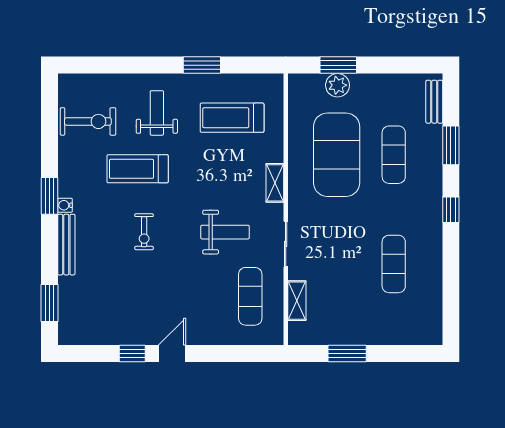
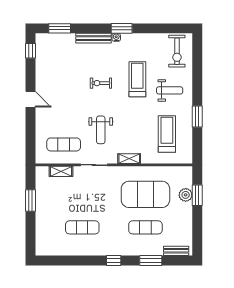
exercise bike: (88, 121) -> (177, 51), moved
window: (132, 354) -> (30, 51), moved

